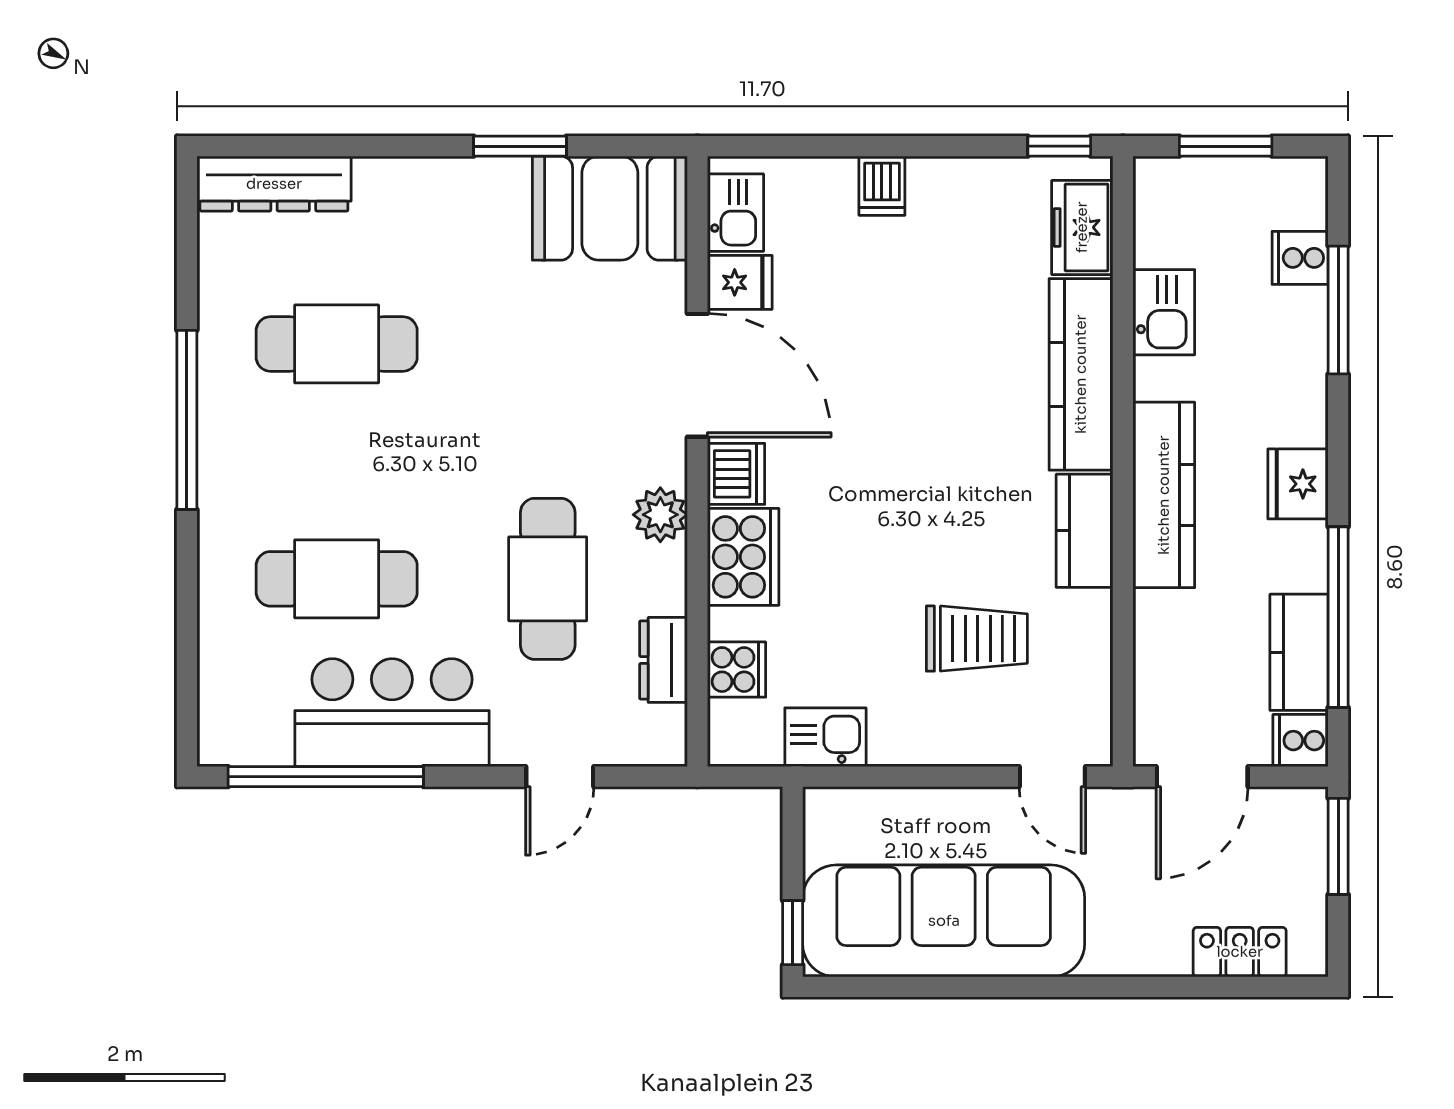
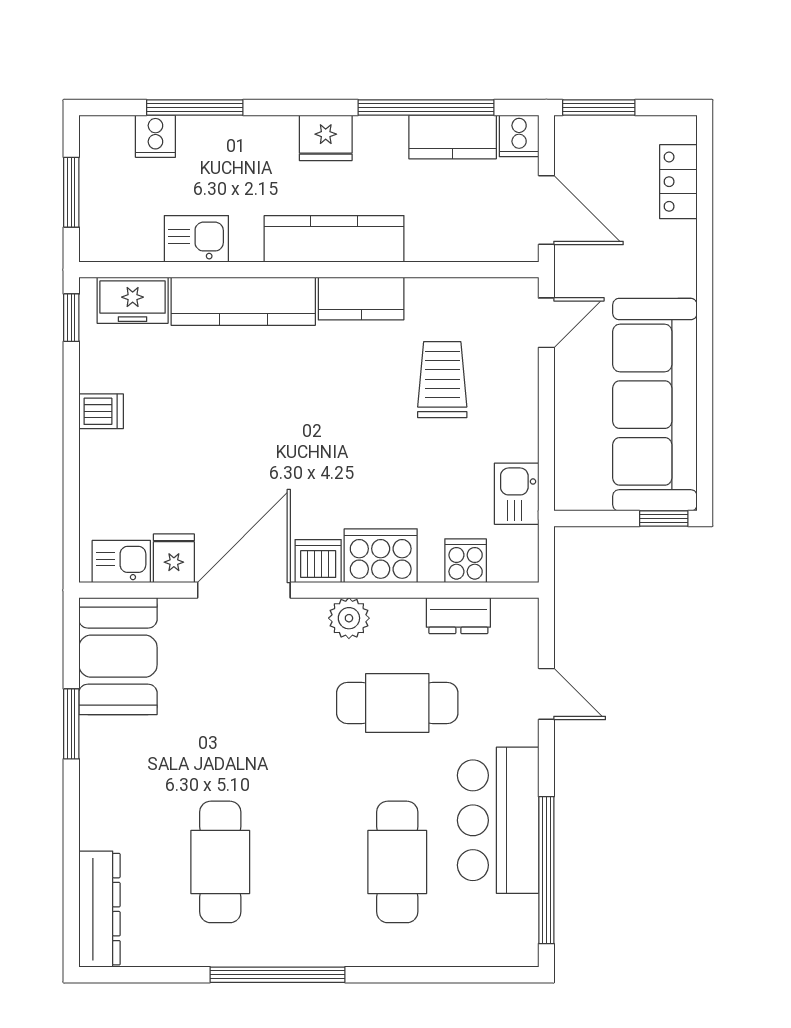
dishwasher: (882, 186) -> (101, 411), moved

